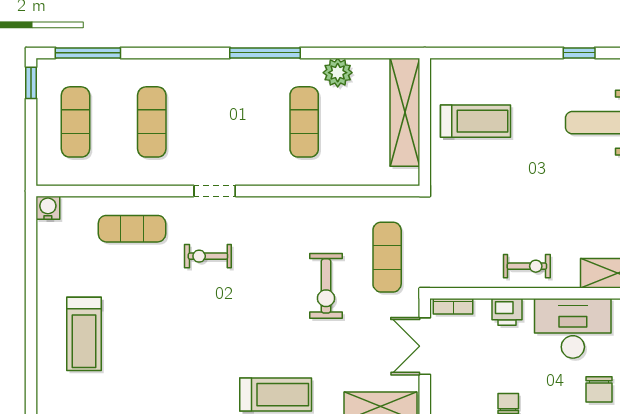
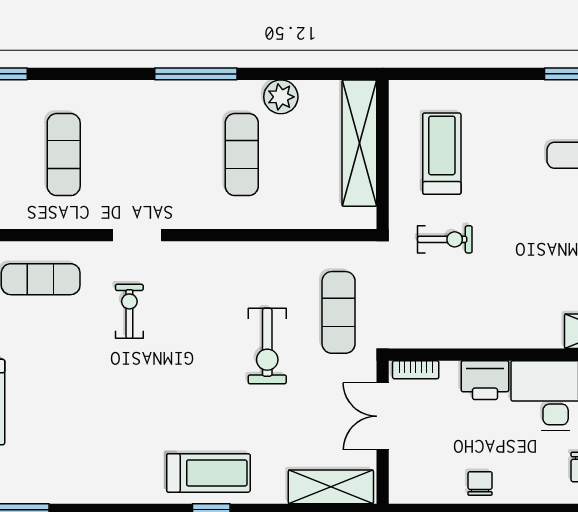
treadmill: (476, 121) -> (442, 154), turned -90
exercise bike: (208, 256) -> (129, 311), turned 90
exercise bike: (527, 266) -> (445, 239), moved
printer: (507, 312) -> (485, 380), width x1.36, depth x1.24

